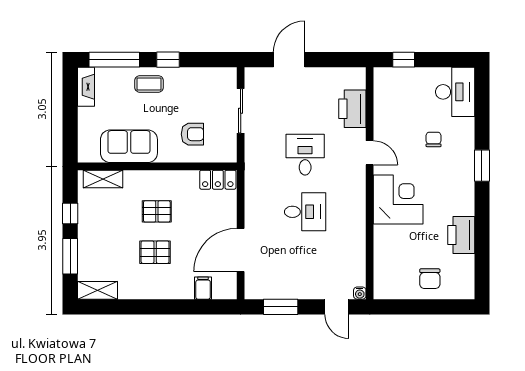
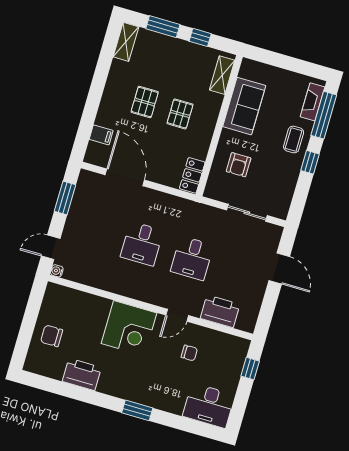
fireplace: (86, 87) -> (313, 102), moved, turned 90
chair: (434, 139) -> (189, 353), moved
desk: (305, 155) -> (192, 258), turned 90

